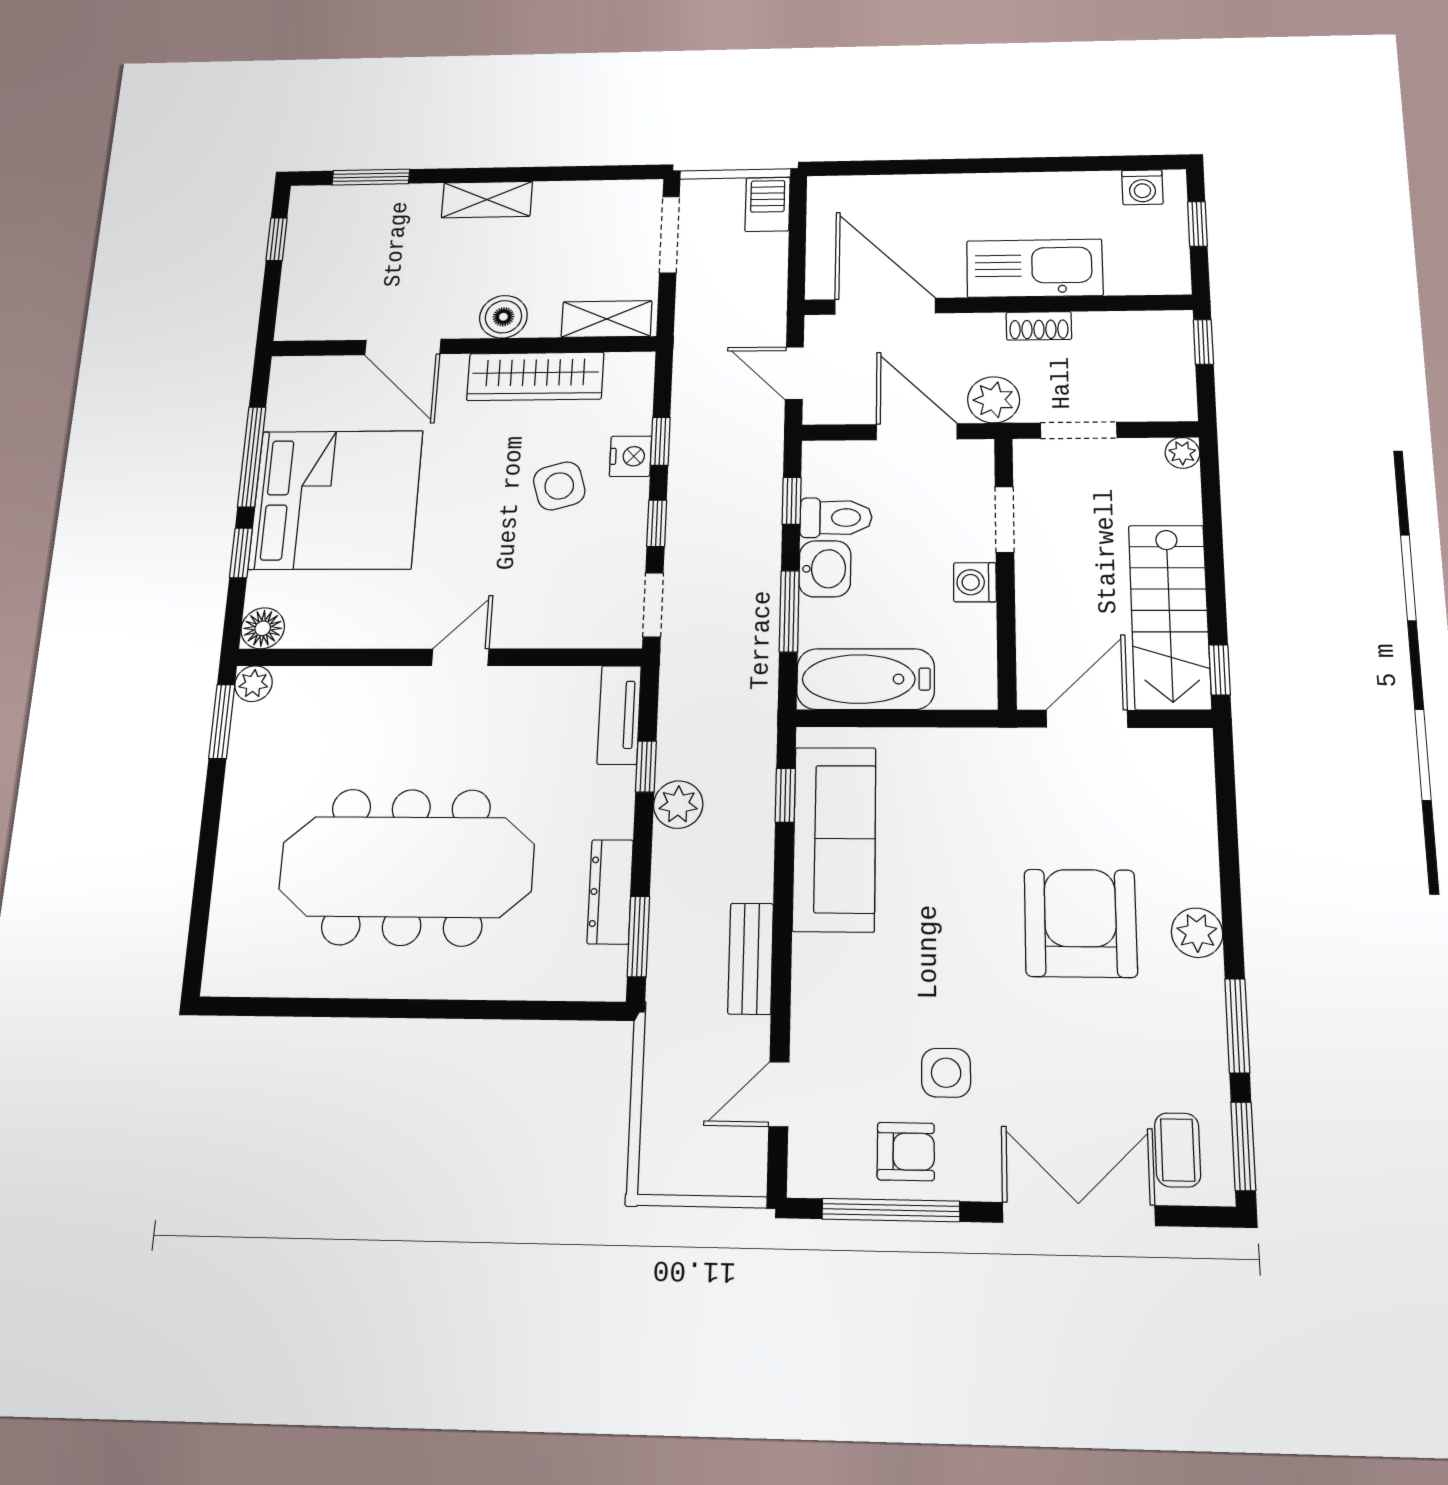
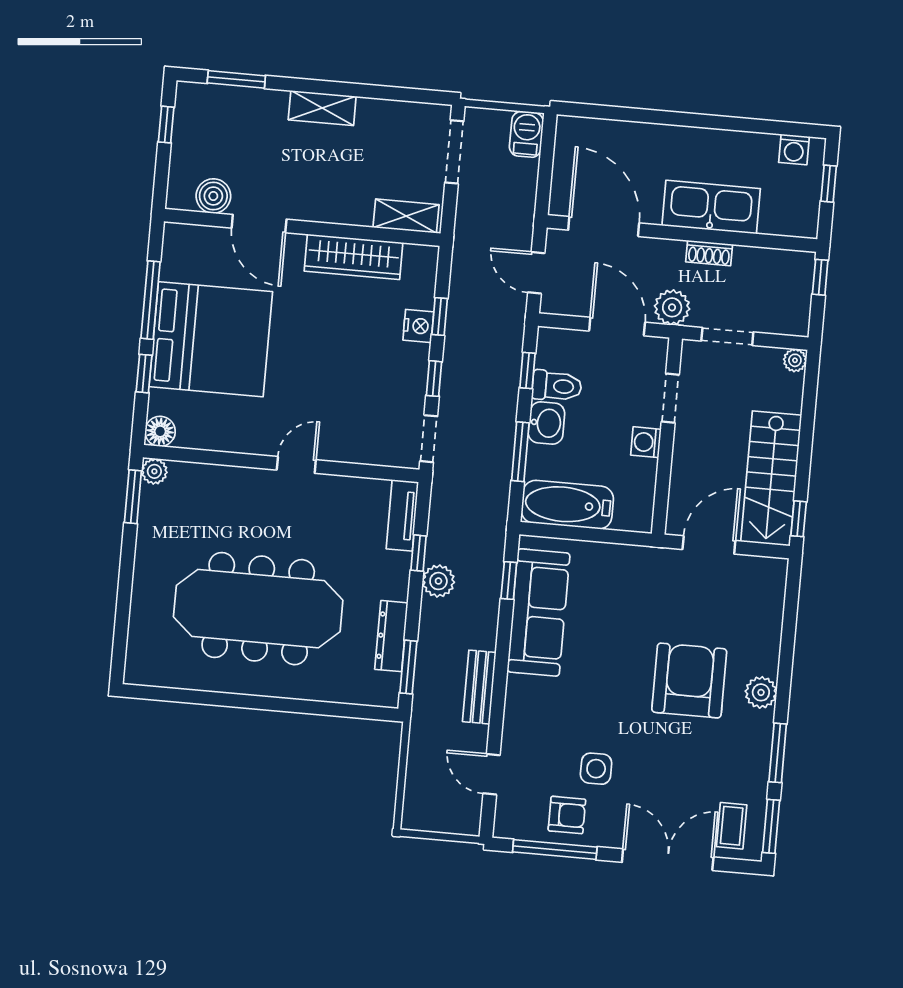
boiler: (503, 317) -> (213, 196), moved
side table: (559, 486) -> (368, 344), removed
door: (779, 1094) -> (491, 774), hinge flipped

